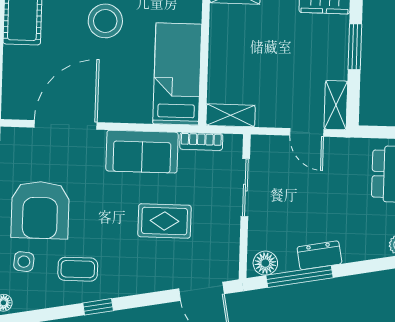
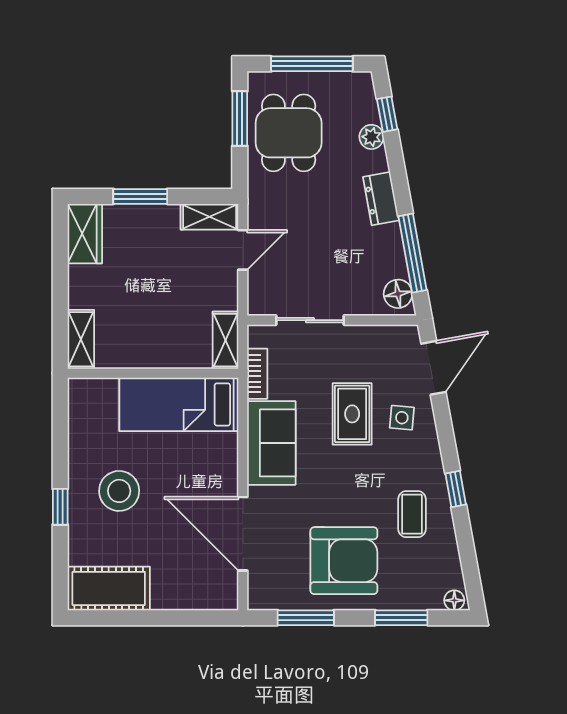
dresser: (319, 255) -> (381, 199), moved
side table: (24, 262) -> (402, 418), moved

